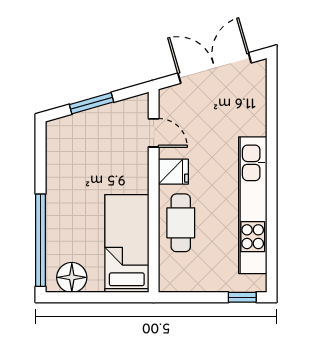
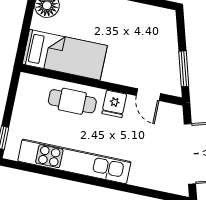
window: (91, 103) -> (184, 69), moved
door: (154, 133) -> (148, 95), hinge flipped

